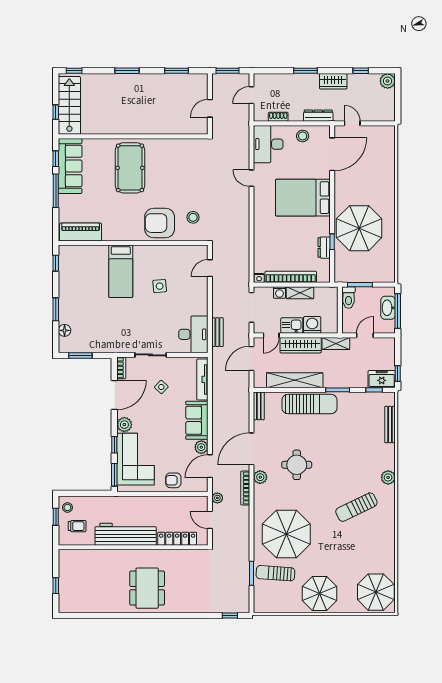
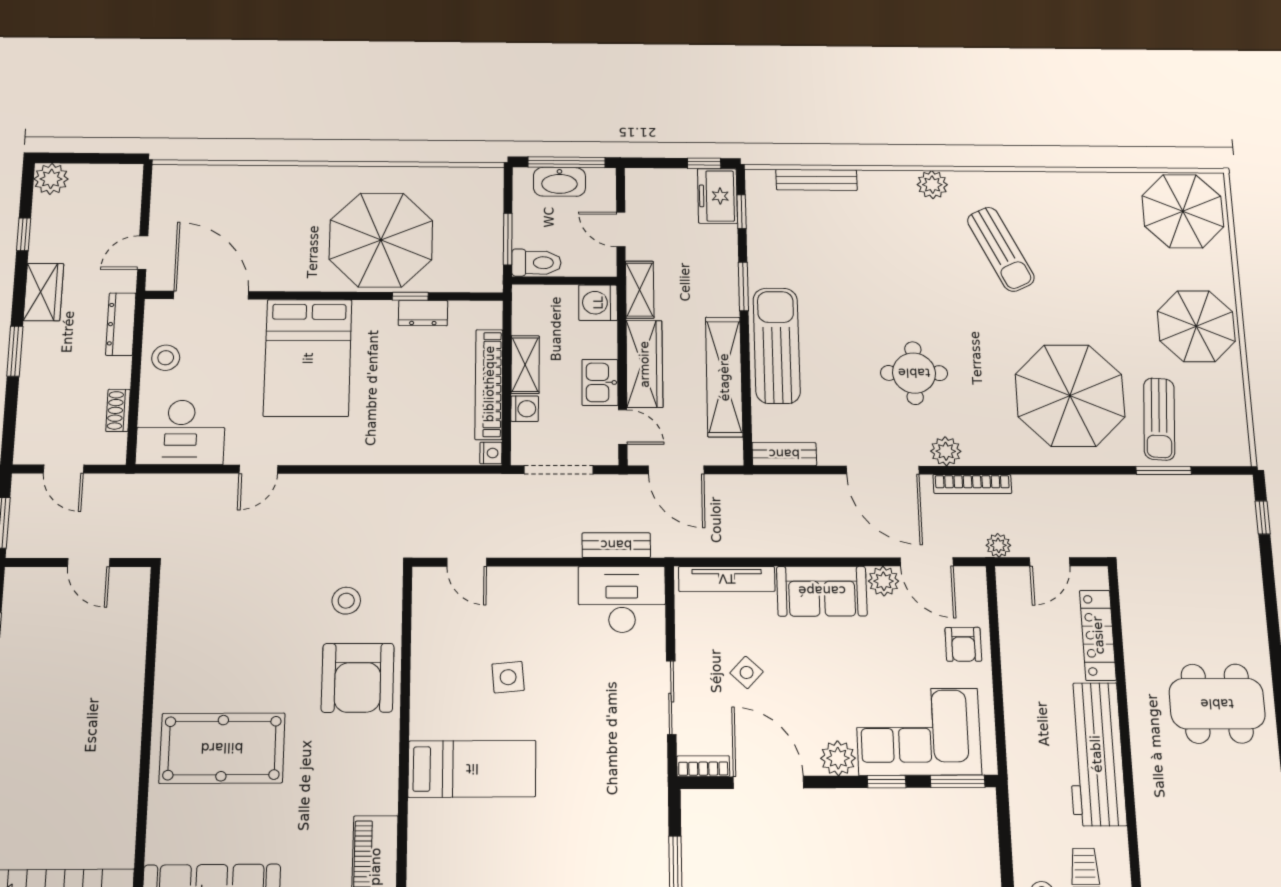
washing machine: (312, 325) -> (598, 303), moved

